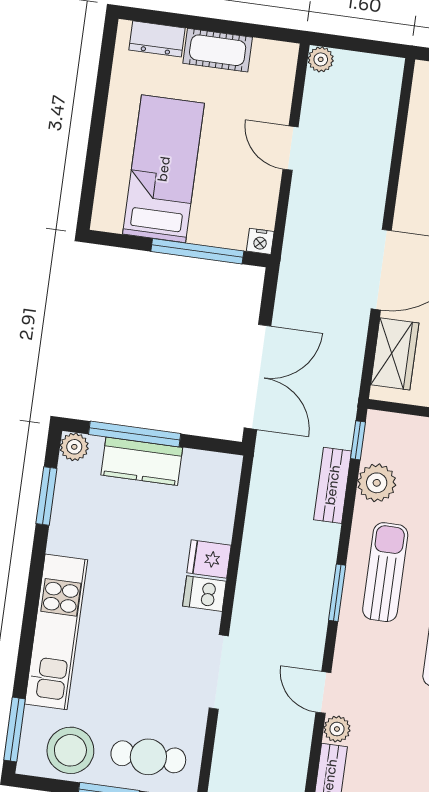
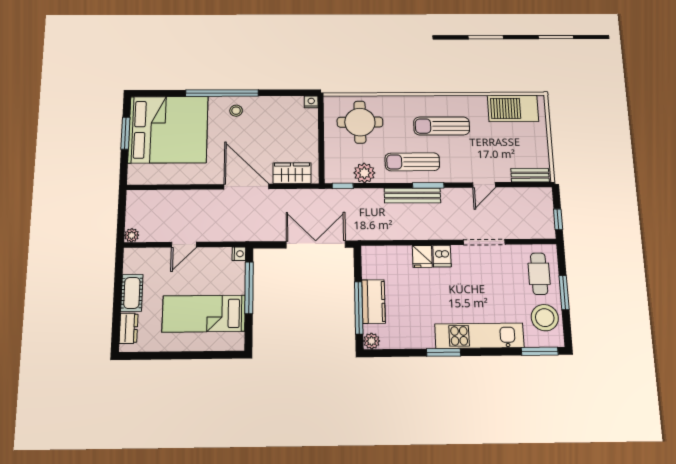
bench: (333, 485) -> (412, 195), moved, width x1.36
window: (46, 496) -> (444, 352), moved
plant: (337, 729) -> (502, 175), removed

